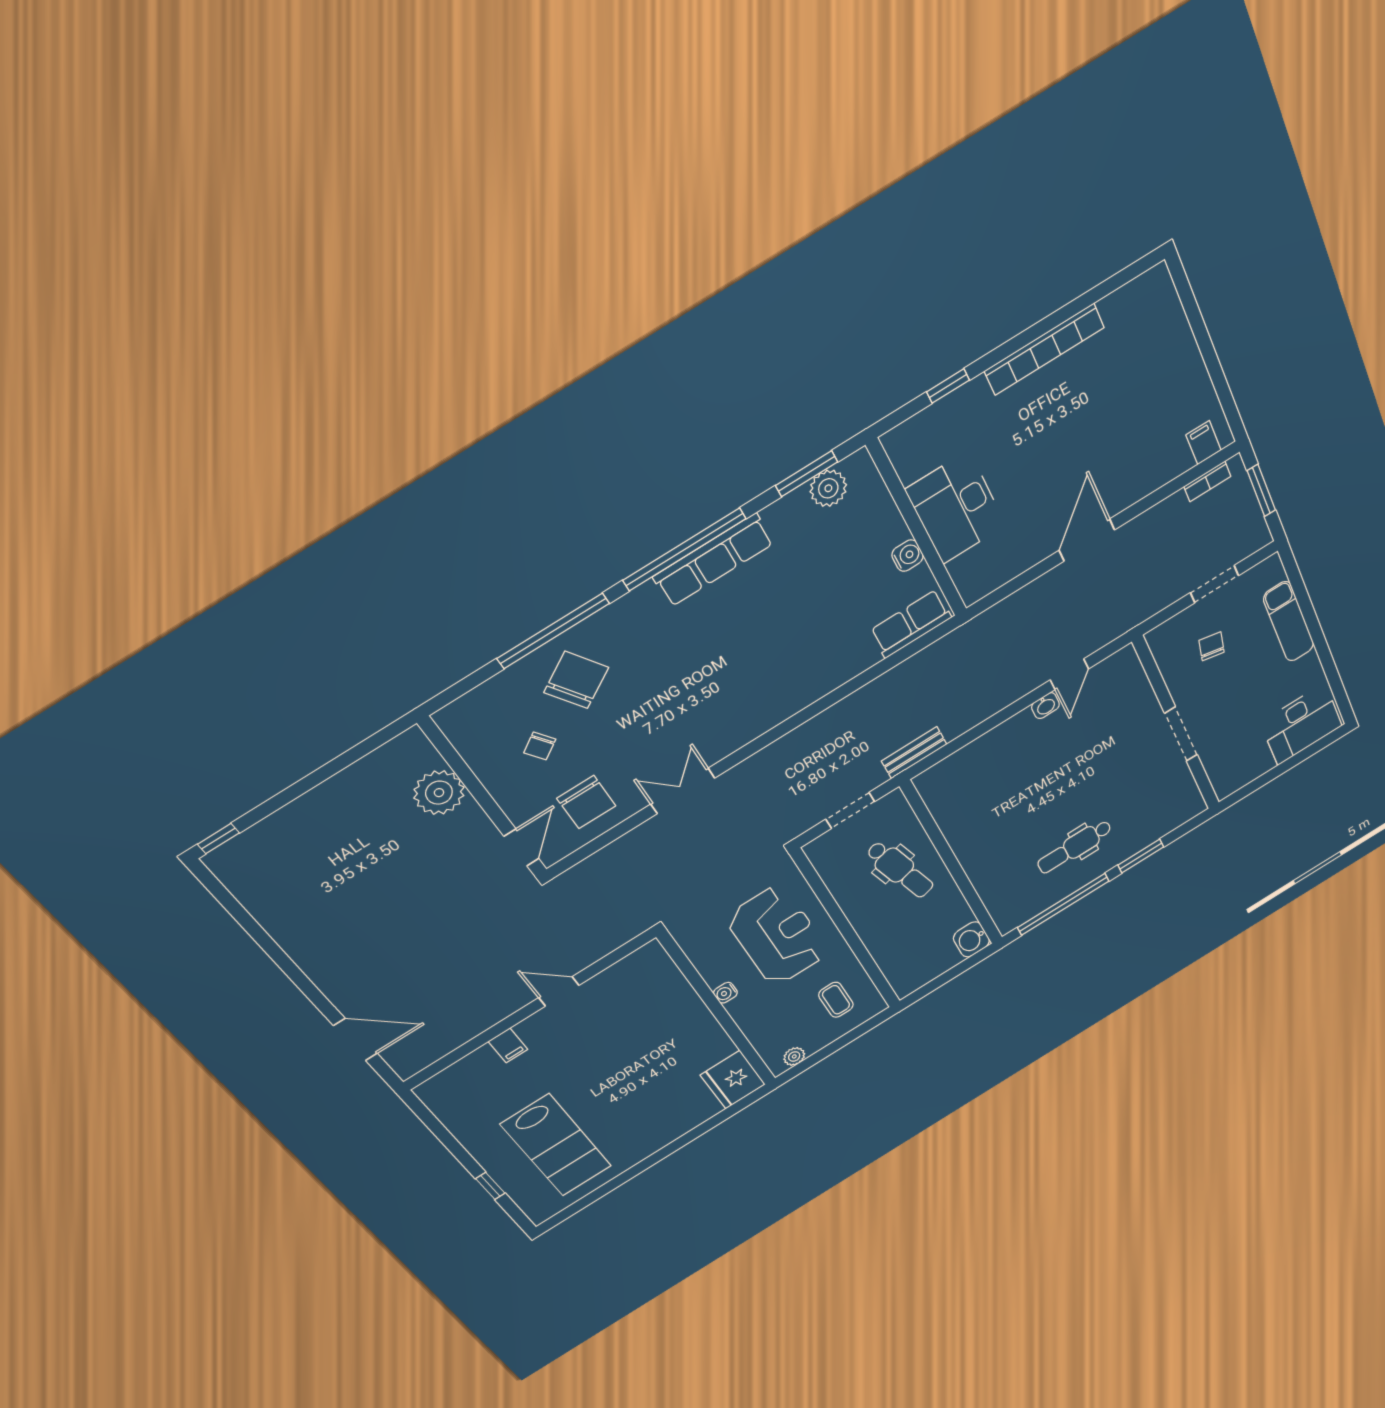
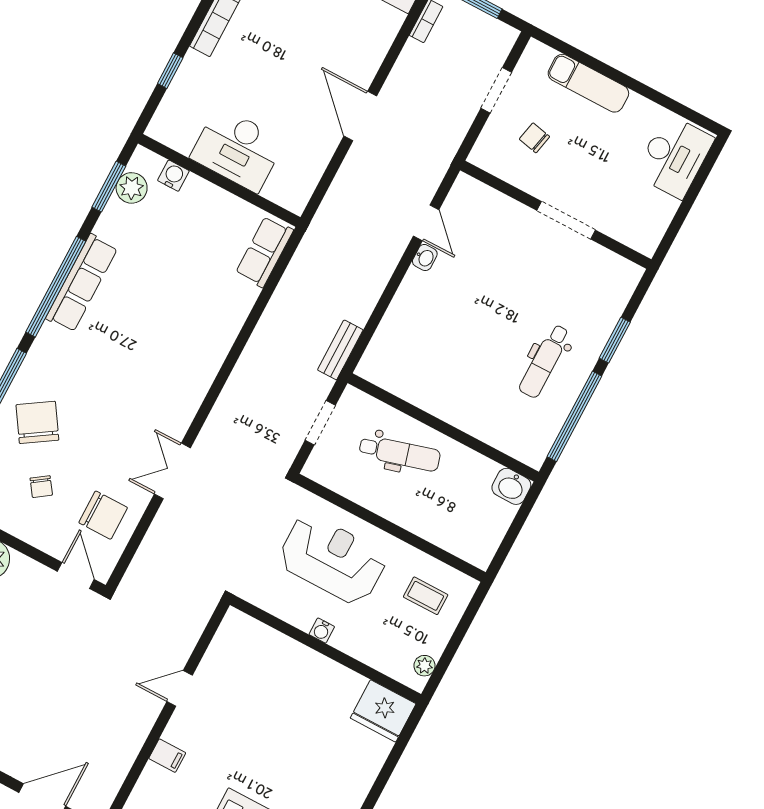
water cooler: (908, 556) -> (173, 176), moved

